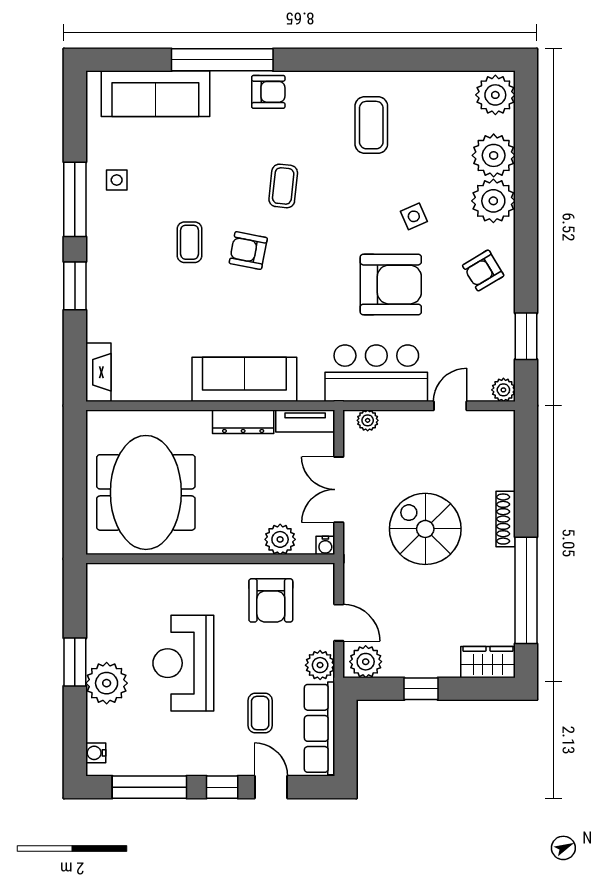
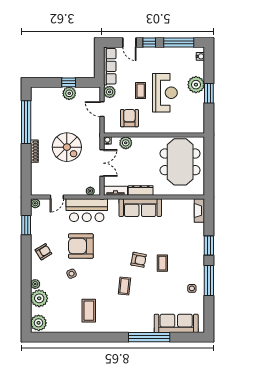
armchair: (268, 92) -> (130, 324), removed
plant: (493, 201) -> (35, 284), width x0.53, depth x0.53
plant: (366, 662) -> (69, 93), moved
wardrobe: (488, 662) -> (42, 93), removed
coffee table: (260, 713) -> (141, 91), moved

